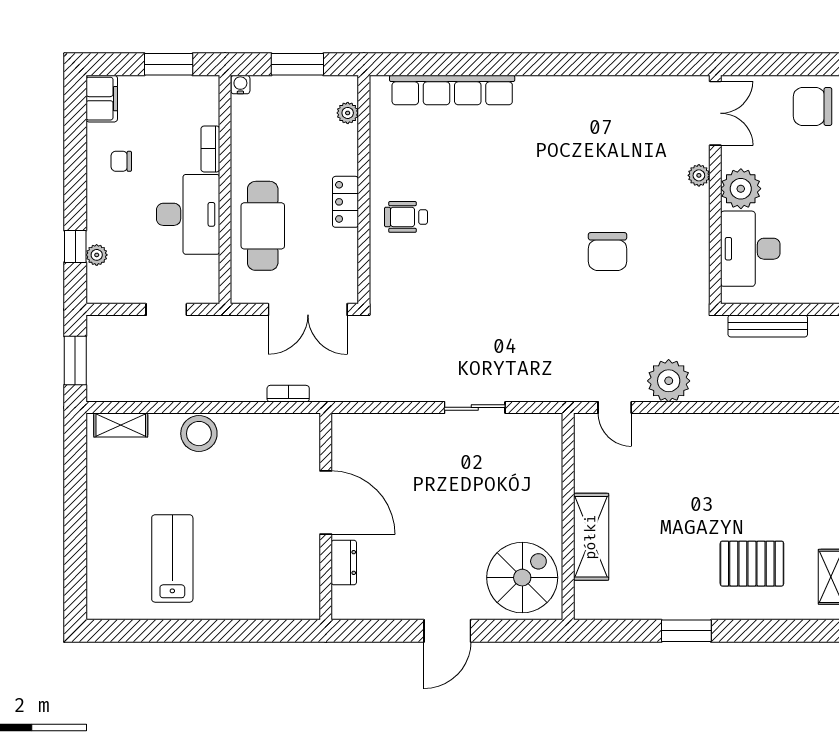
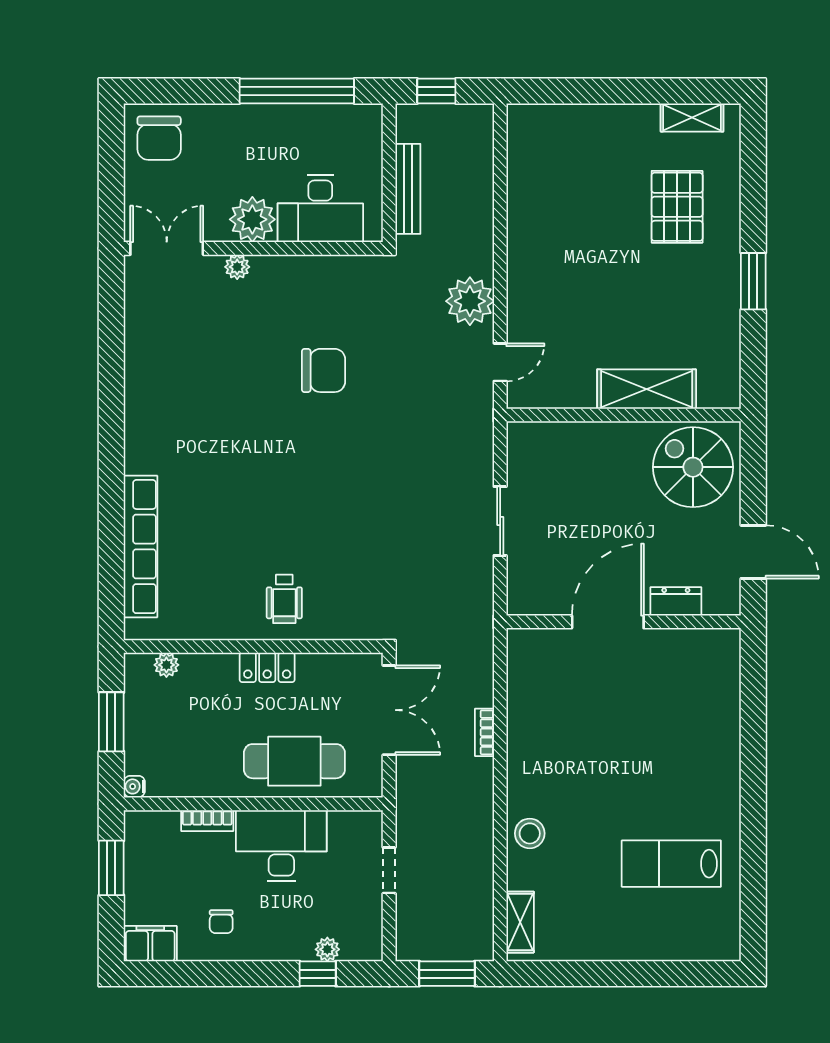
stool: (199, 434) -> (530, 833), width x0.73, depth x0.73
door: (326, 502) -> (608, 622), moved
wall: (326, 516) -> (624, 622), moved
dresser: (344, 562) -> (676, 601), moved

